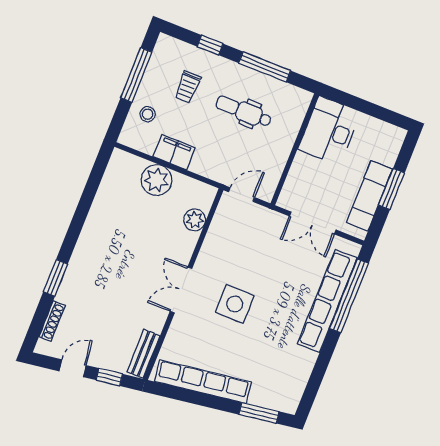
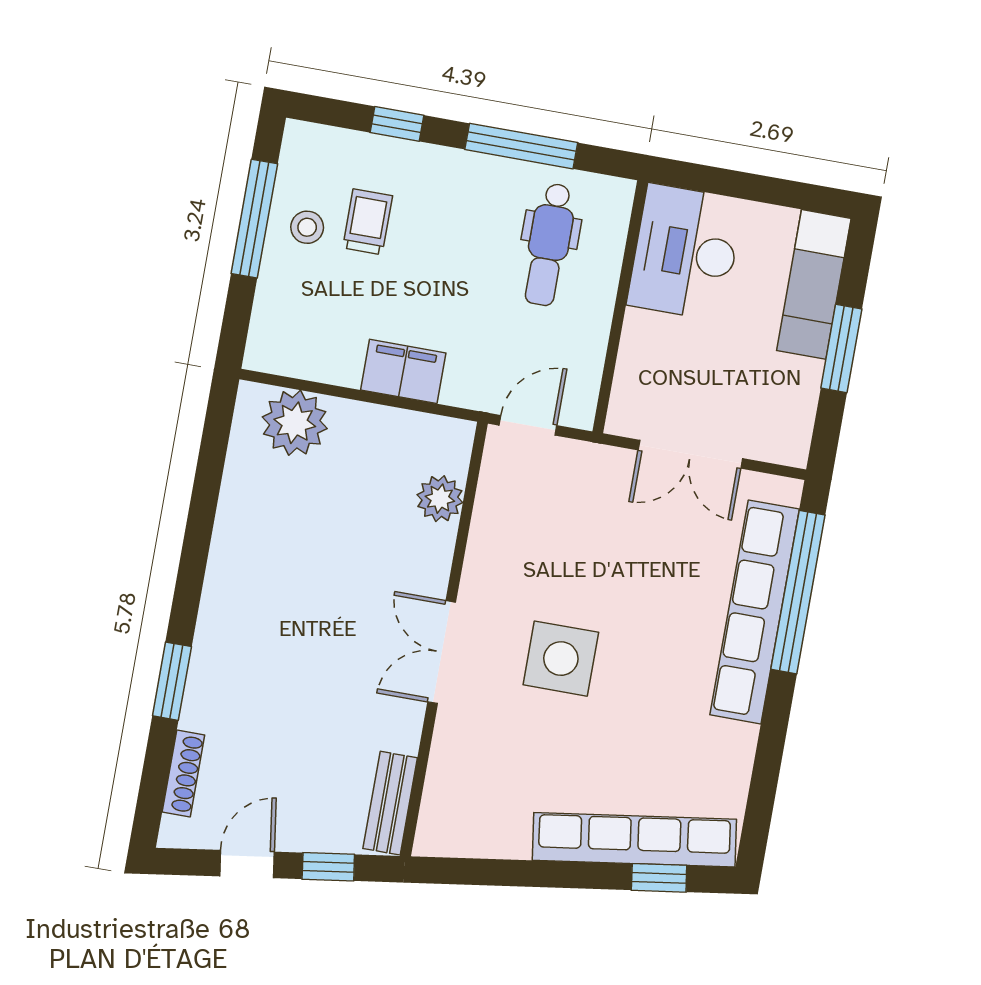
trolley: (188, 87) -> (368, 222), turned 180
dental chair: (244, 111) -> (549, 245), moved, turned -90
stool: (148, 114) -> (307, 227), moved
filing cabinet: (174, 152) -> (403, 371), moved
plant: (157, 180) -> (295, 423), moved
exam couch: (369, 196) -> (814, 284), moved
row of seats: (203, 382) -> (634, 840), moved
window: (259, 413) -> (659, 878), width x0.67

